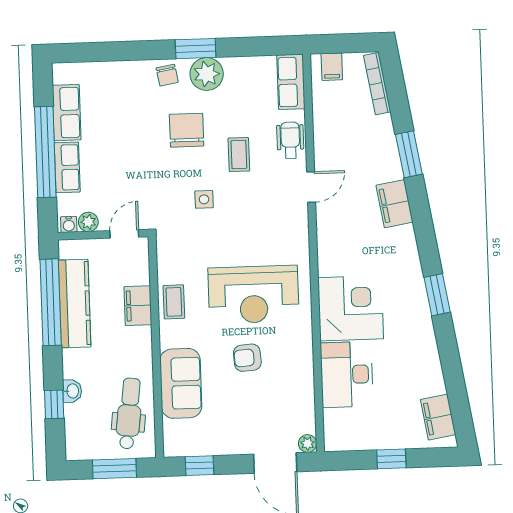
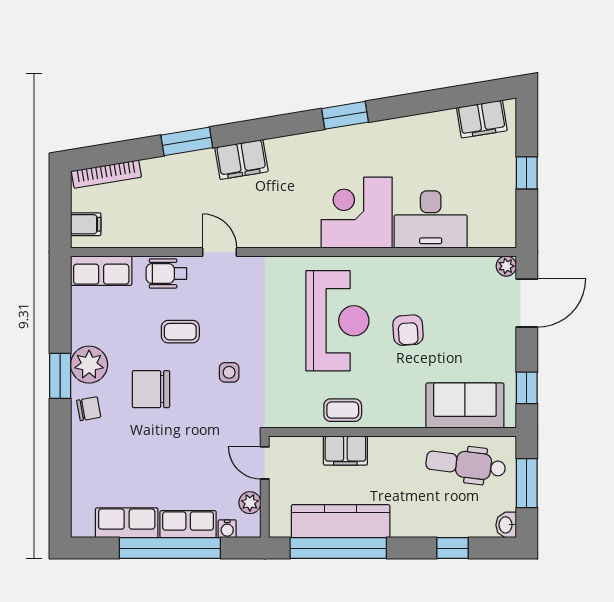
water cooler: (69, 224) -> (227, 529), moved, turned 90
sofa: (181, 383) -> (465, 406), moved
washbasin: (72, 391) -> (506, 525), moved, turned -90

